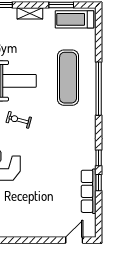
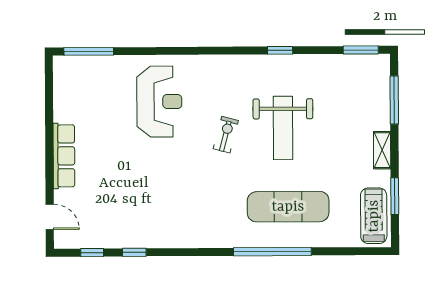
window: (99, 158) -> (92, 253), moved
row of seats: (89, 191) -> (64, 156), moved, turned 90

